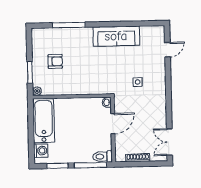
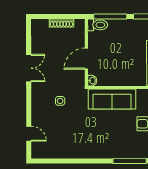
sofa: (116, 36) -> (112, 99), moved, turned 180
door: (167, 50) -> (29, 134), swing flipped
double door: (169, 142) -> (29, 68), moved

